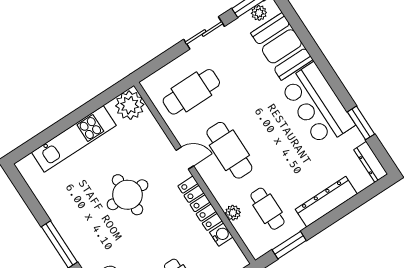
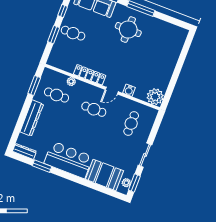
cafe table: (191, 92) -> (131, 123), width x0.73, depth x0.74
kitchen unit: (74, 139) -> (170, 62), removed
cafe table: (229, 150) -> (94, 109), width x0.73, depth x0.74
round table: (128, 195) -> (128, 30), moved
water cooler: (221, 235) -> (129, 90), moved

